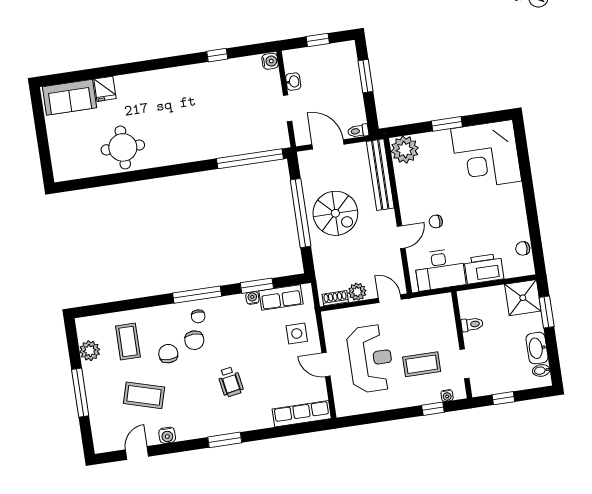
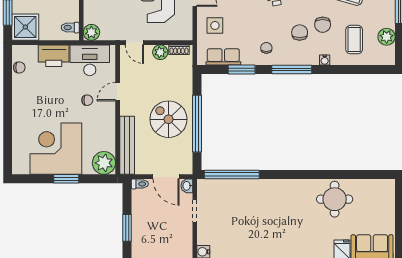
washbasin: (293, 82) -> (187, 186), moved
corner desk: (486, 155) -> (56, 149), moved, turned -90
water cooler: (252, 298) -> (325, 60), moved
plant: (443, 303) -> (91, 32), added
chair: (198, 316) -> (266, 48), moved
toilet: (472, 324) -> (70, 28), moved

